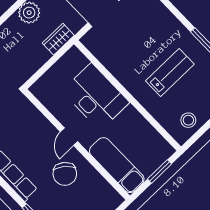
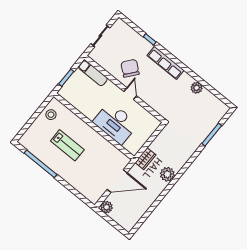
lab bench: (170, 73) -> (67, 145), turned -90
exam couch: (117, 165) -> (93, 73), width x0.73, depth x0.69

